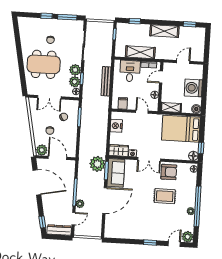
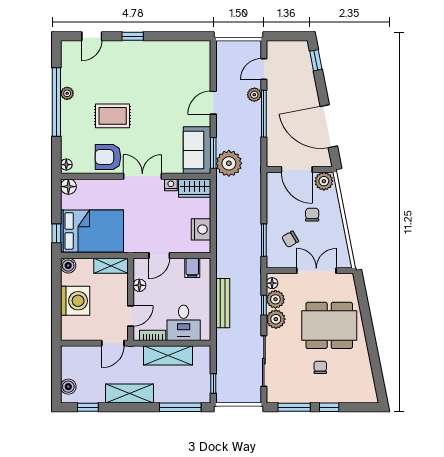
window: (135, 21) -> (180, 407), width x2.17
boiler: (200, 37) -> (68, 387), added
door: (183, 62) -> (113, 343), moved
door: (142, 112) -> (159, 255), hinge flipped
window: (201, 148) -> (56, 233), moved
door: (105, 200) -> (213, 103), width x0.53
dresser: (59, 230) -> (287, 48), removed
plant: (188, 237) -> (70, 50), removed

